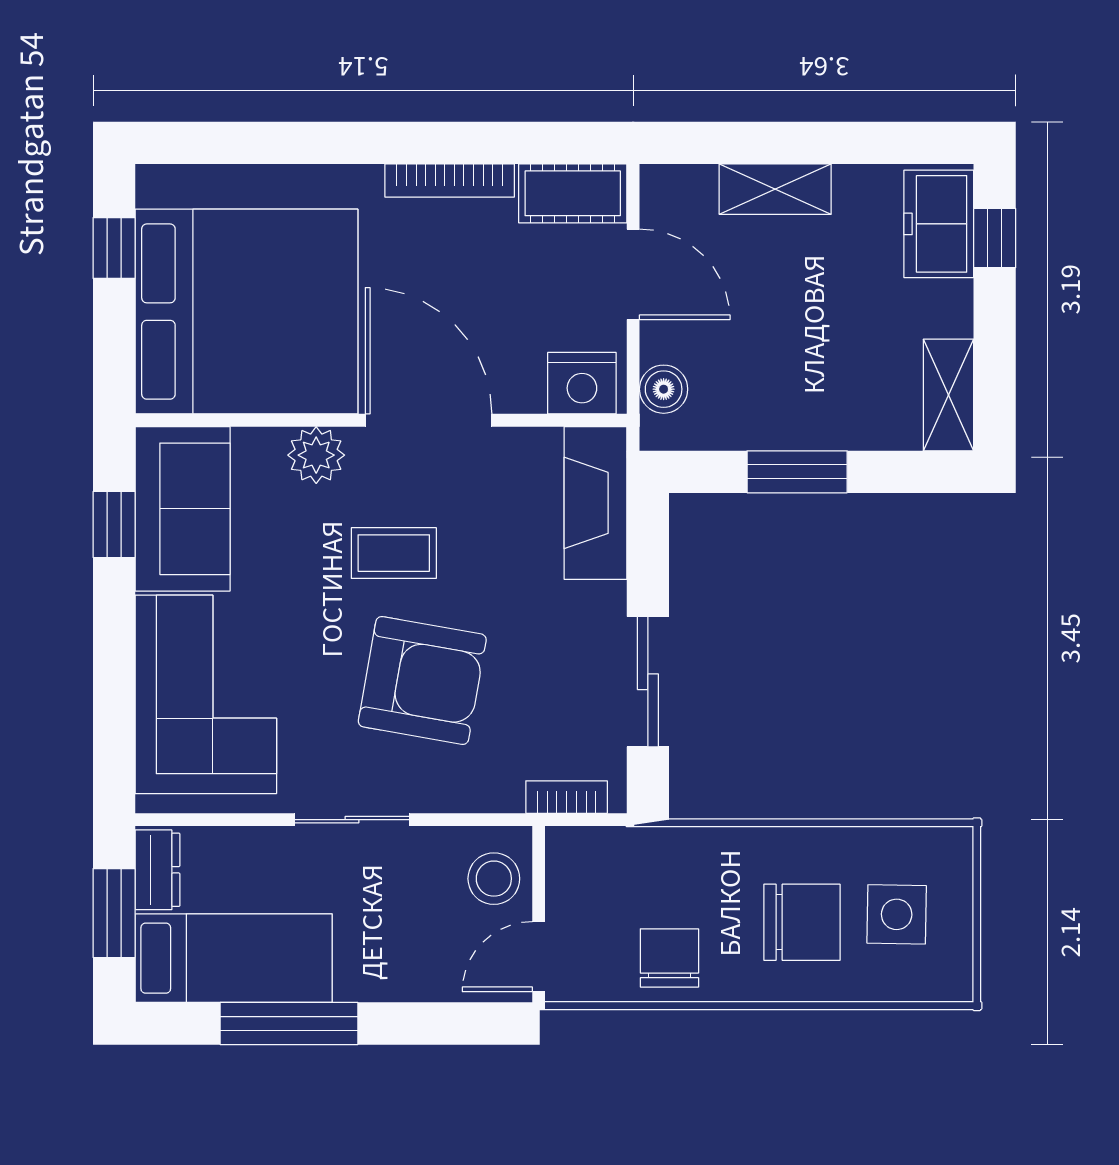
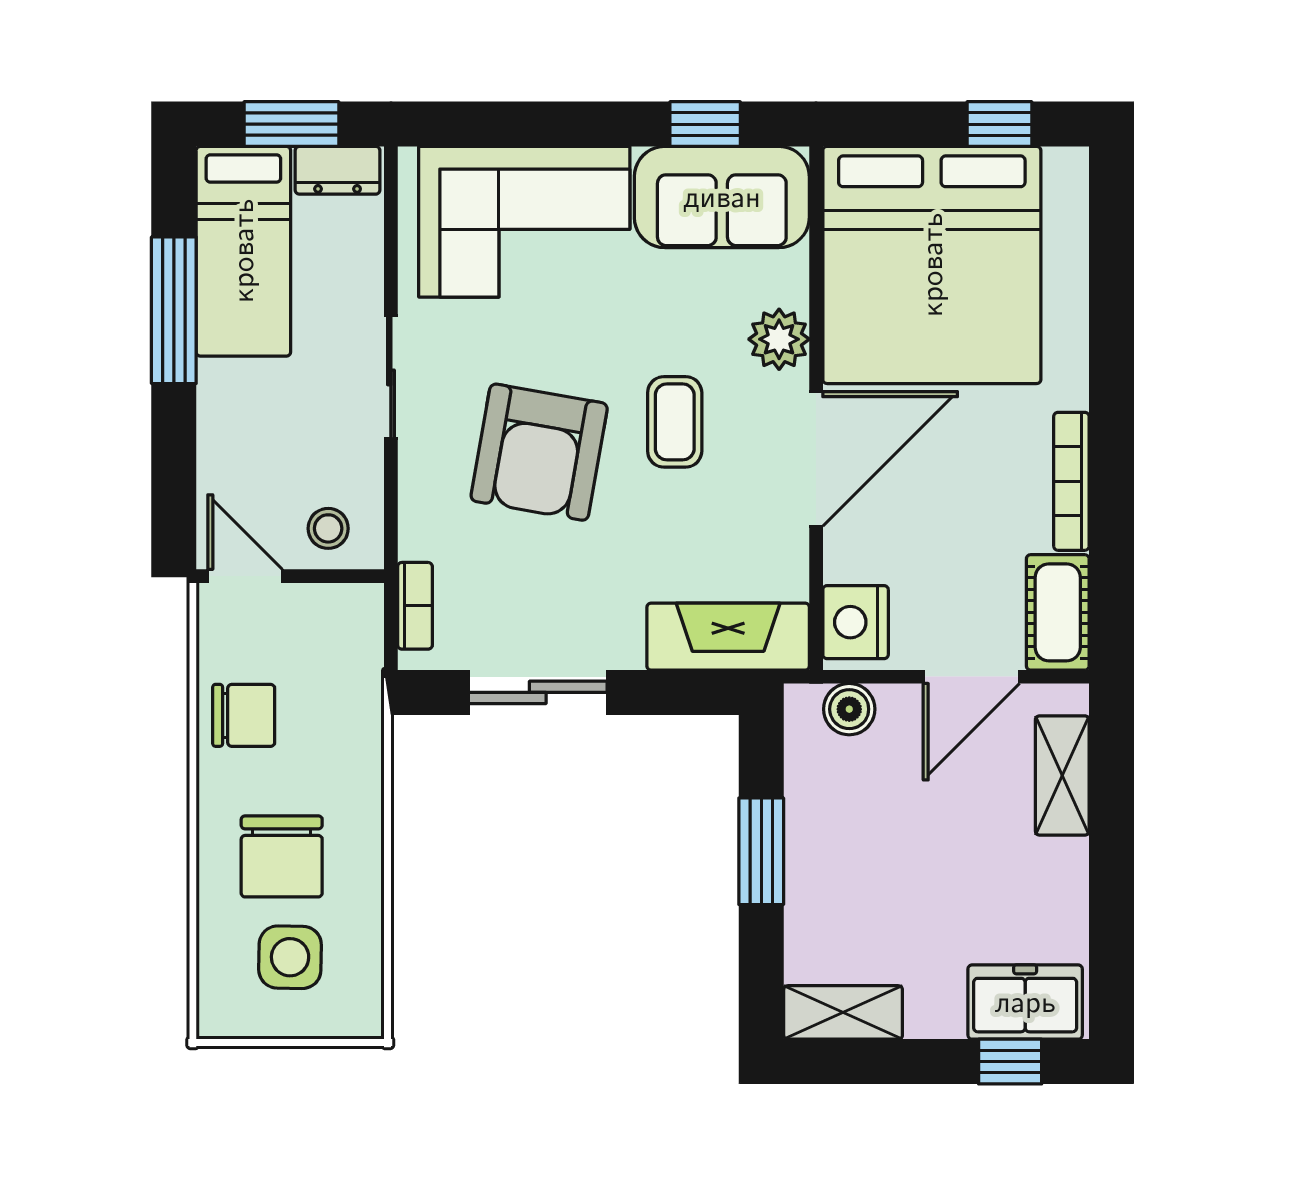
shelving: (775, 189) -> (1062, 775), moved
stool: (494, 879) -> (328, 528), width x0.73, depth x0.73

